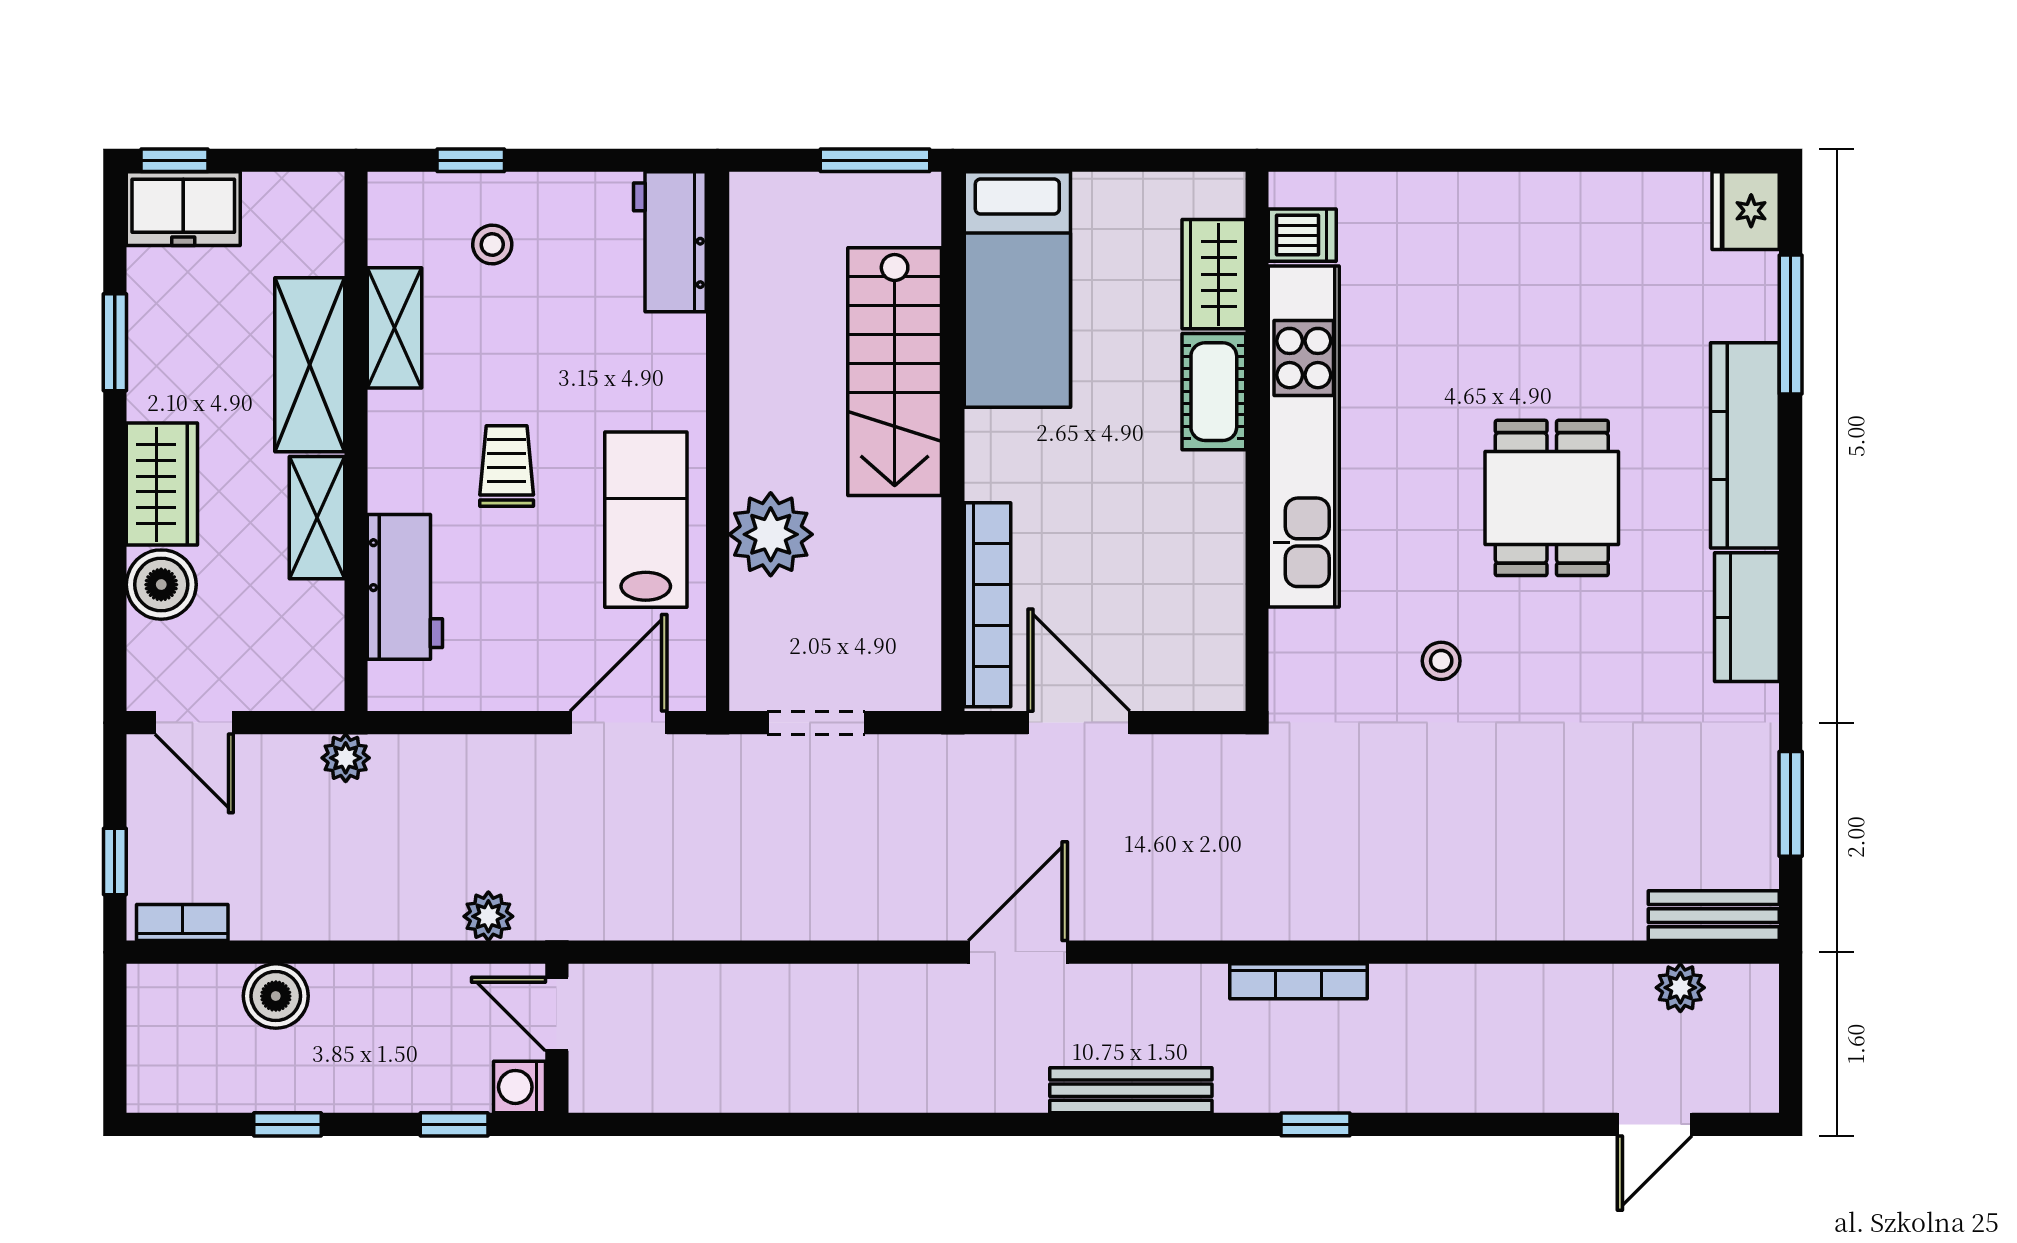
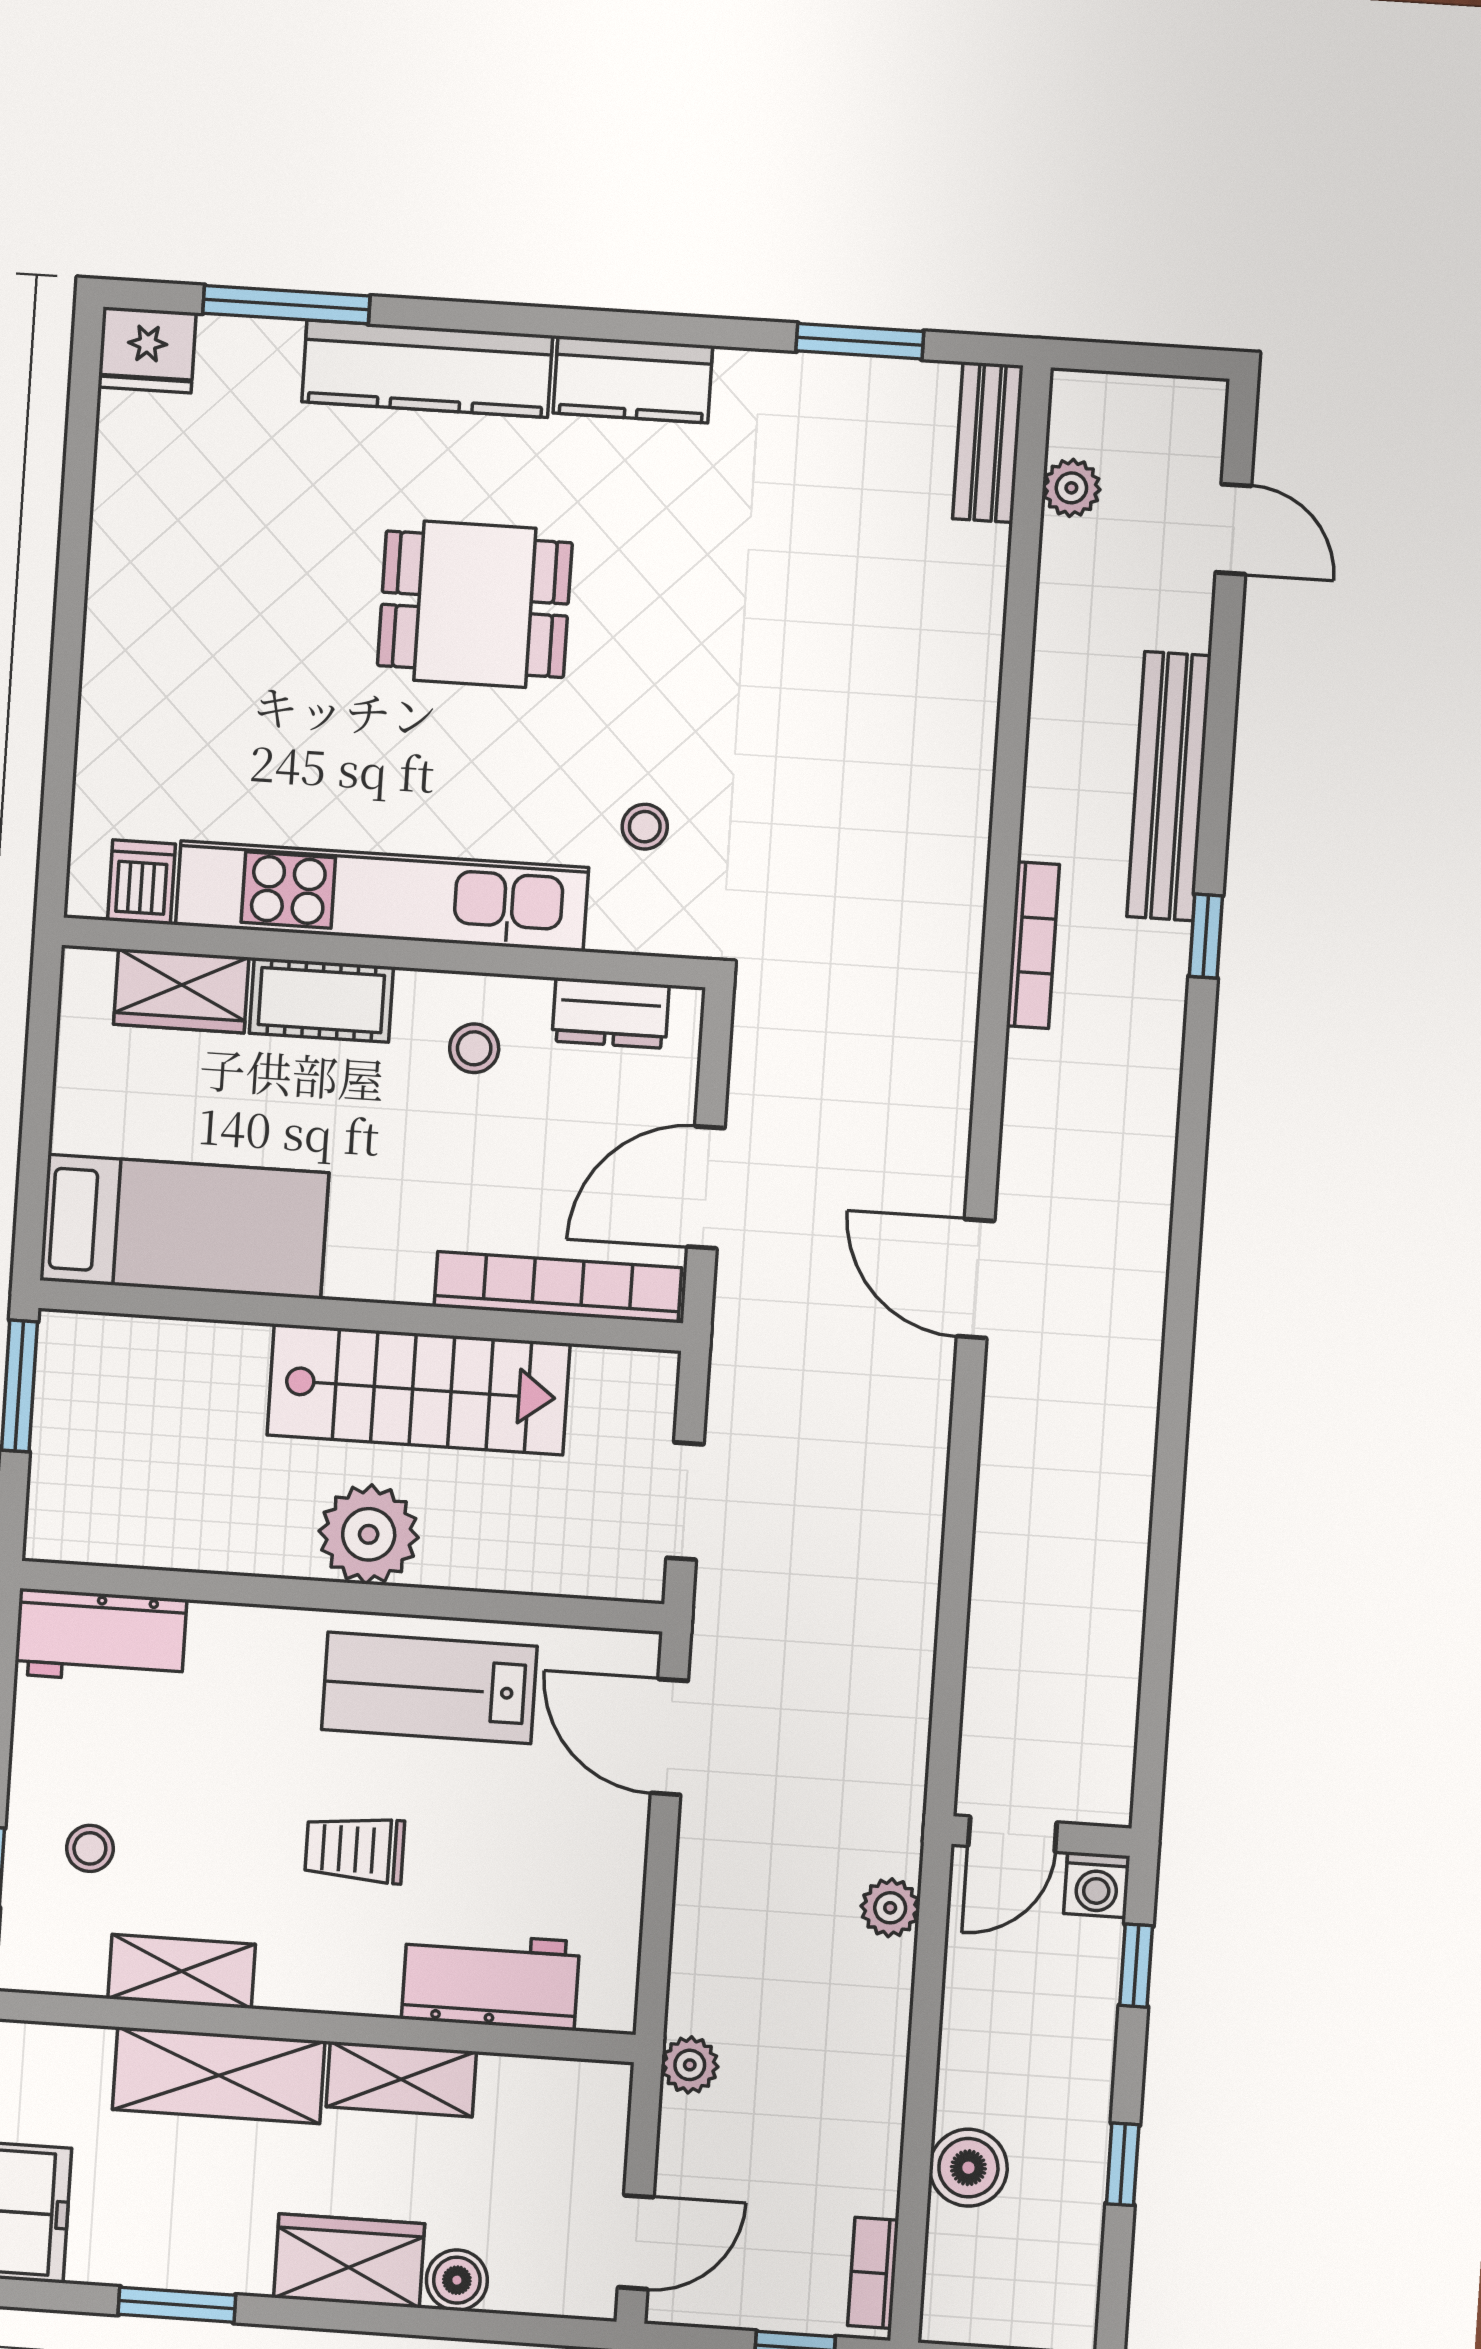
stairs: (895, 372) -> (418, 1389), moved
stool: (1182, 522) -> (474, 1048), added
plant: (771, 534) -> (369, 1534), moved
boiler: (161, 585) -> (457, 2280), width x0.73, depth x0.73
dresser: (1219, 634) -> (611, 1013), added
stool: (1441, 661) -> (645, 827), moved
bench: (1131, 1090) -> (1169, 786), moved, width x1.37, depth x1.21

